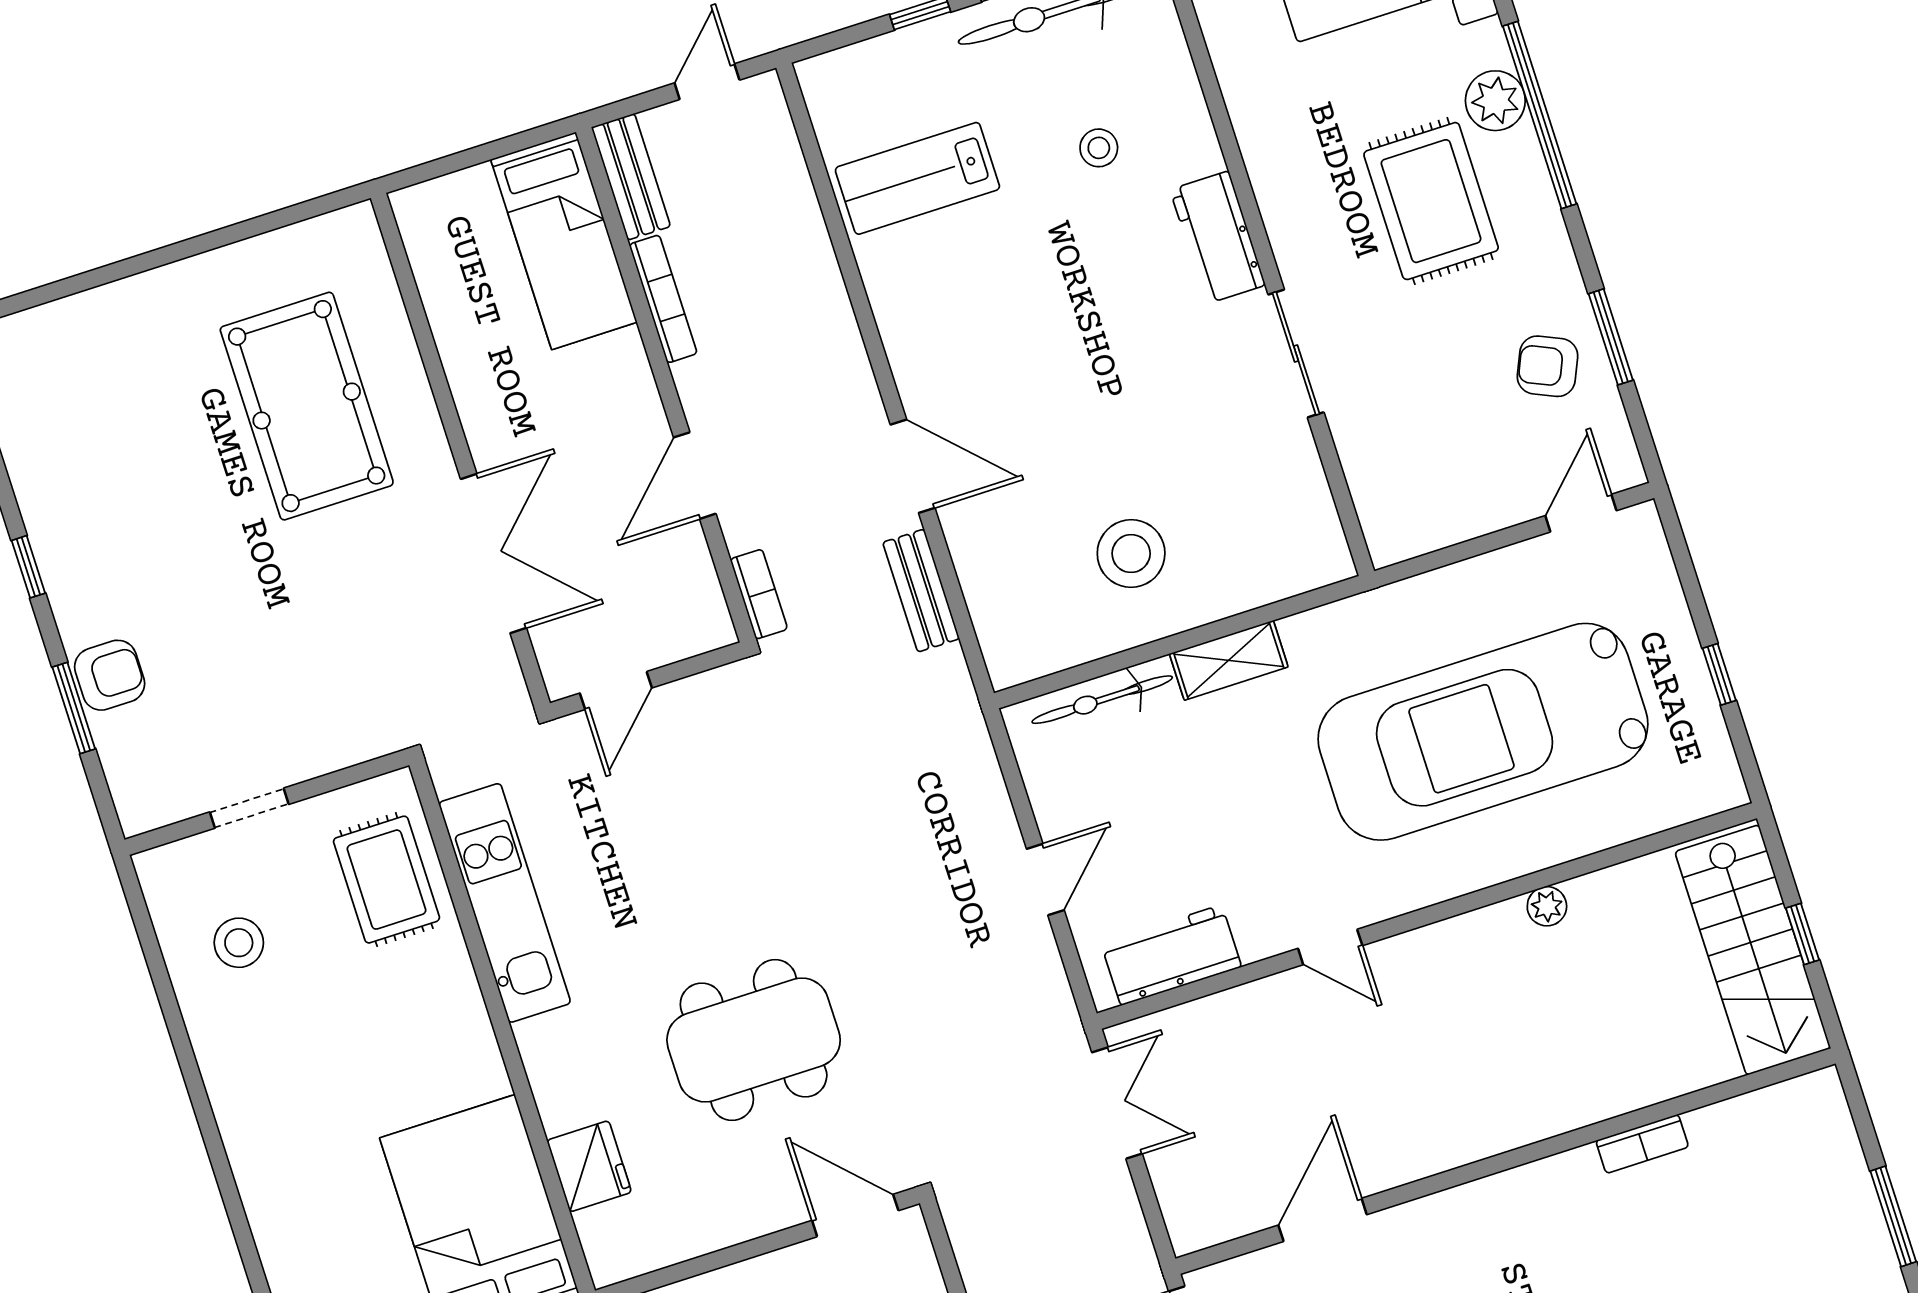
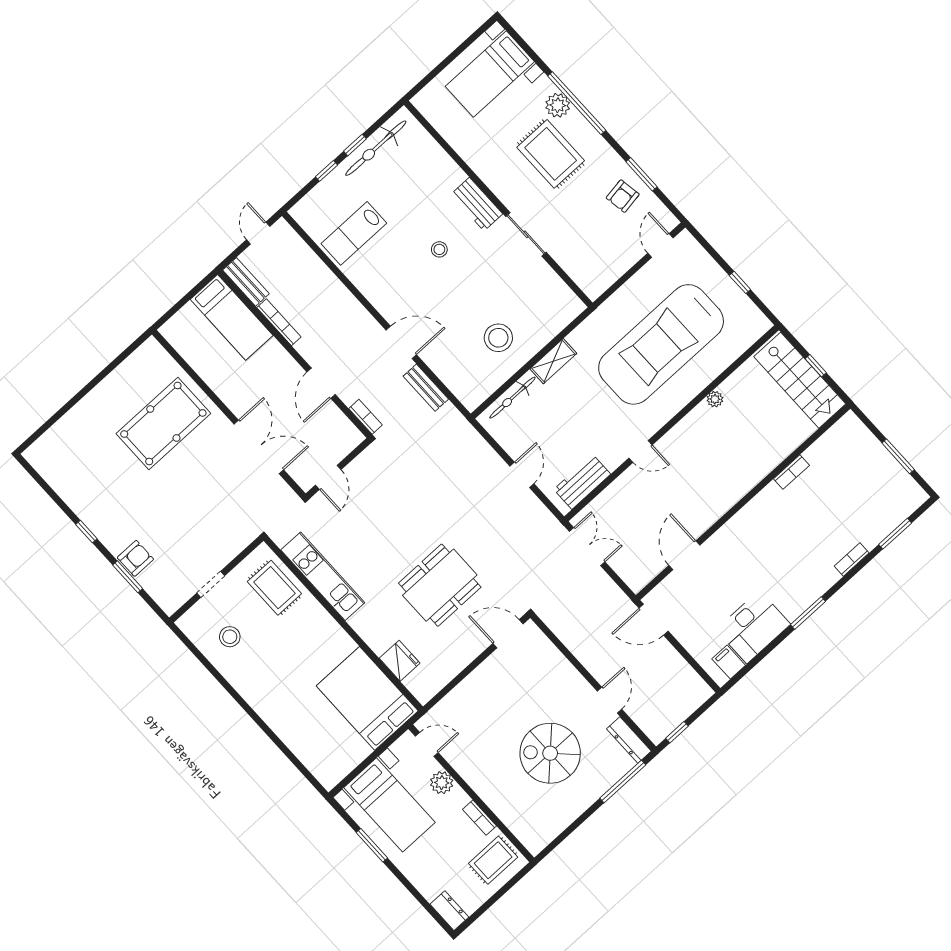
stool: (1099, 148) -> (439, 249), moved
armchair: (1548, 366) -> (623, 196), turned -33
pool table: (307, 406) -> (163, 423), turned 90

